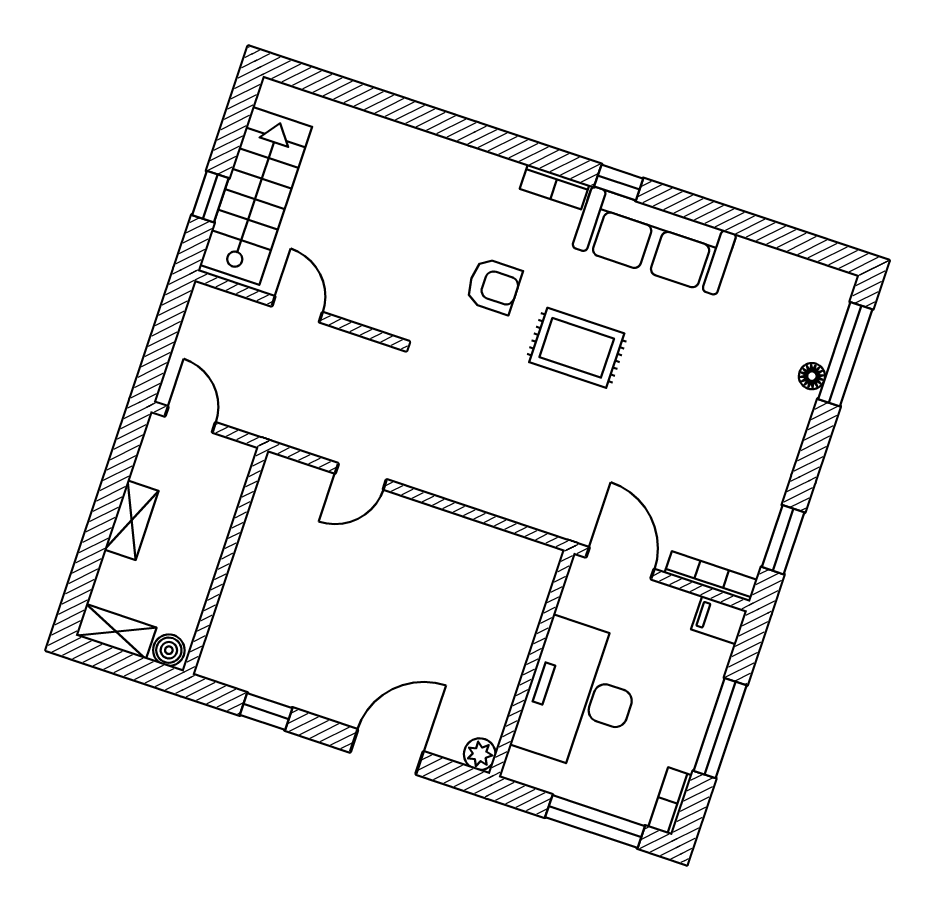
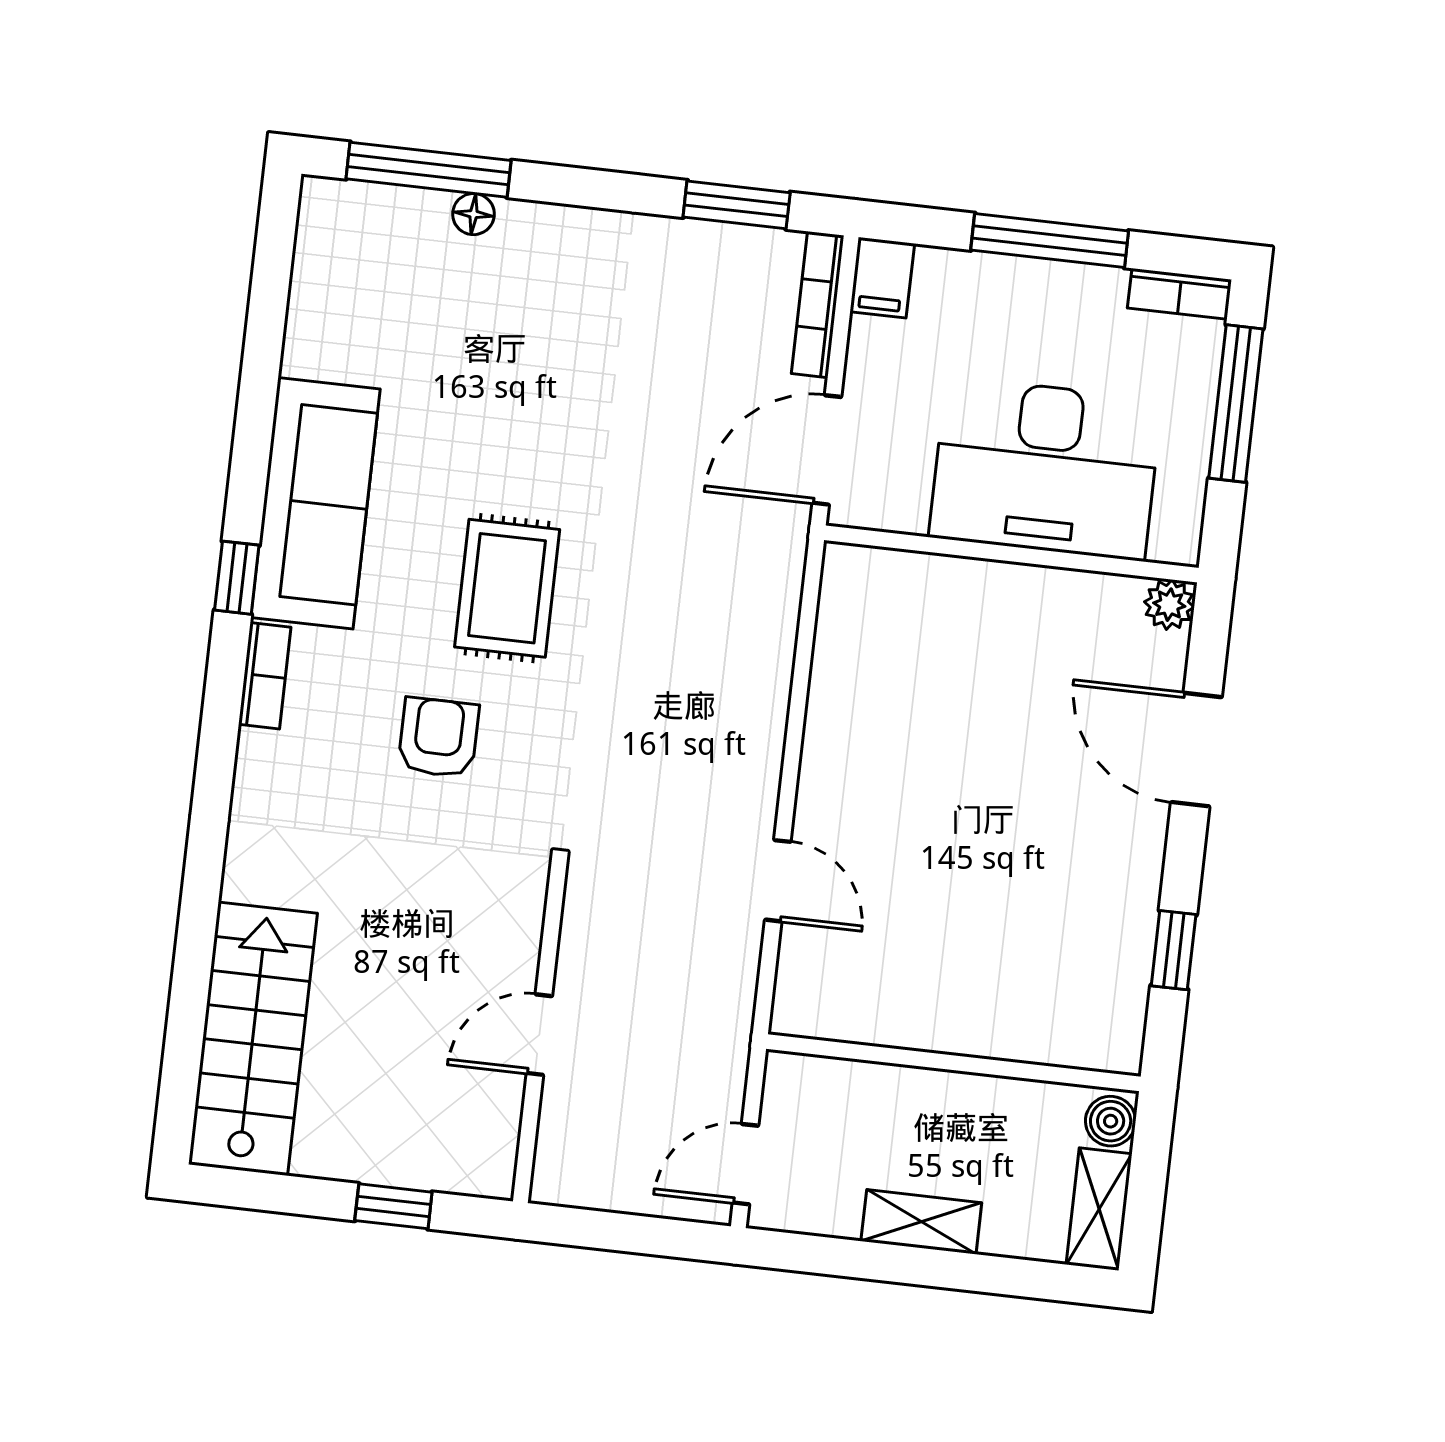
stairs: (256, 196) -> (253, 1039), moved, turned 90

